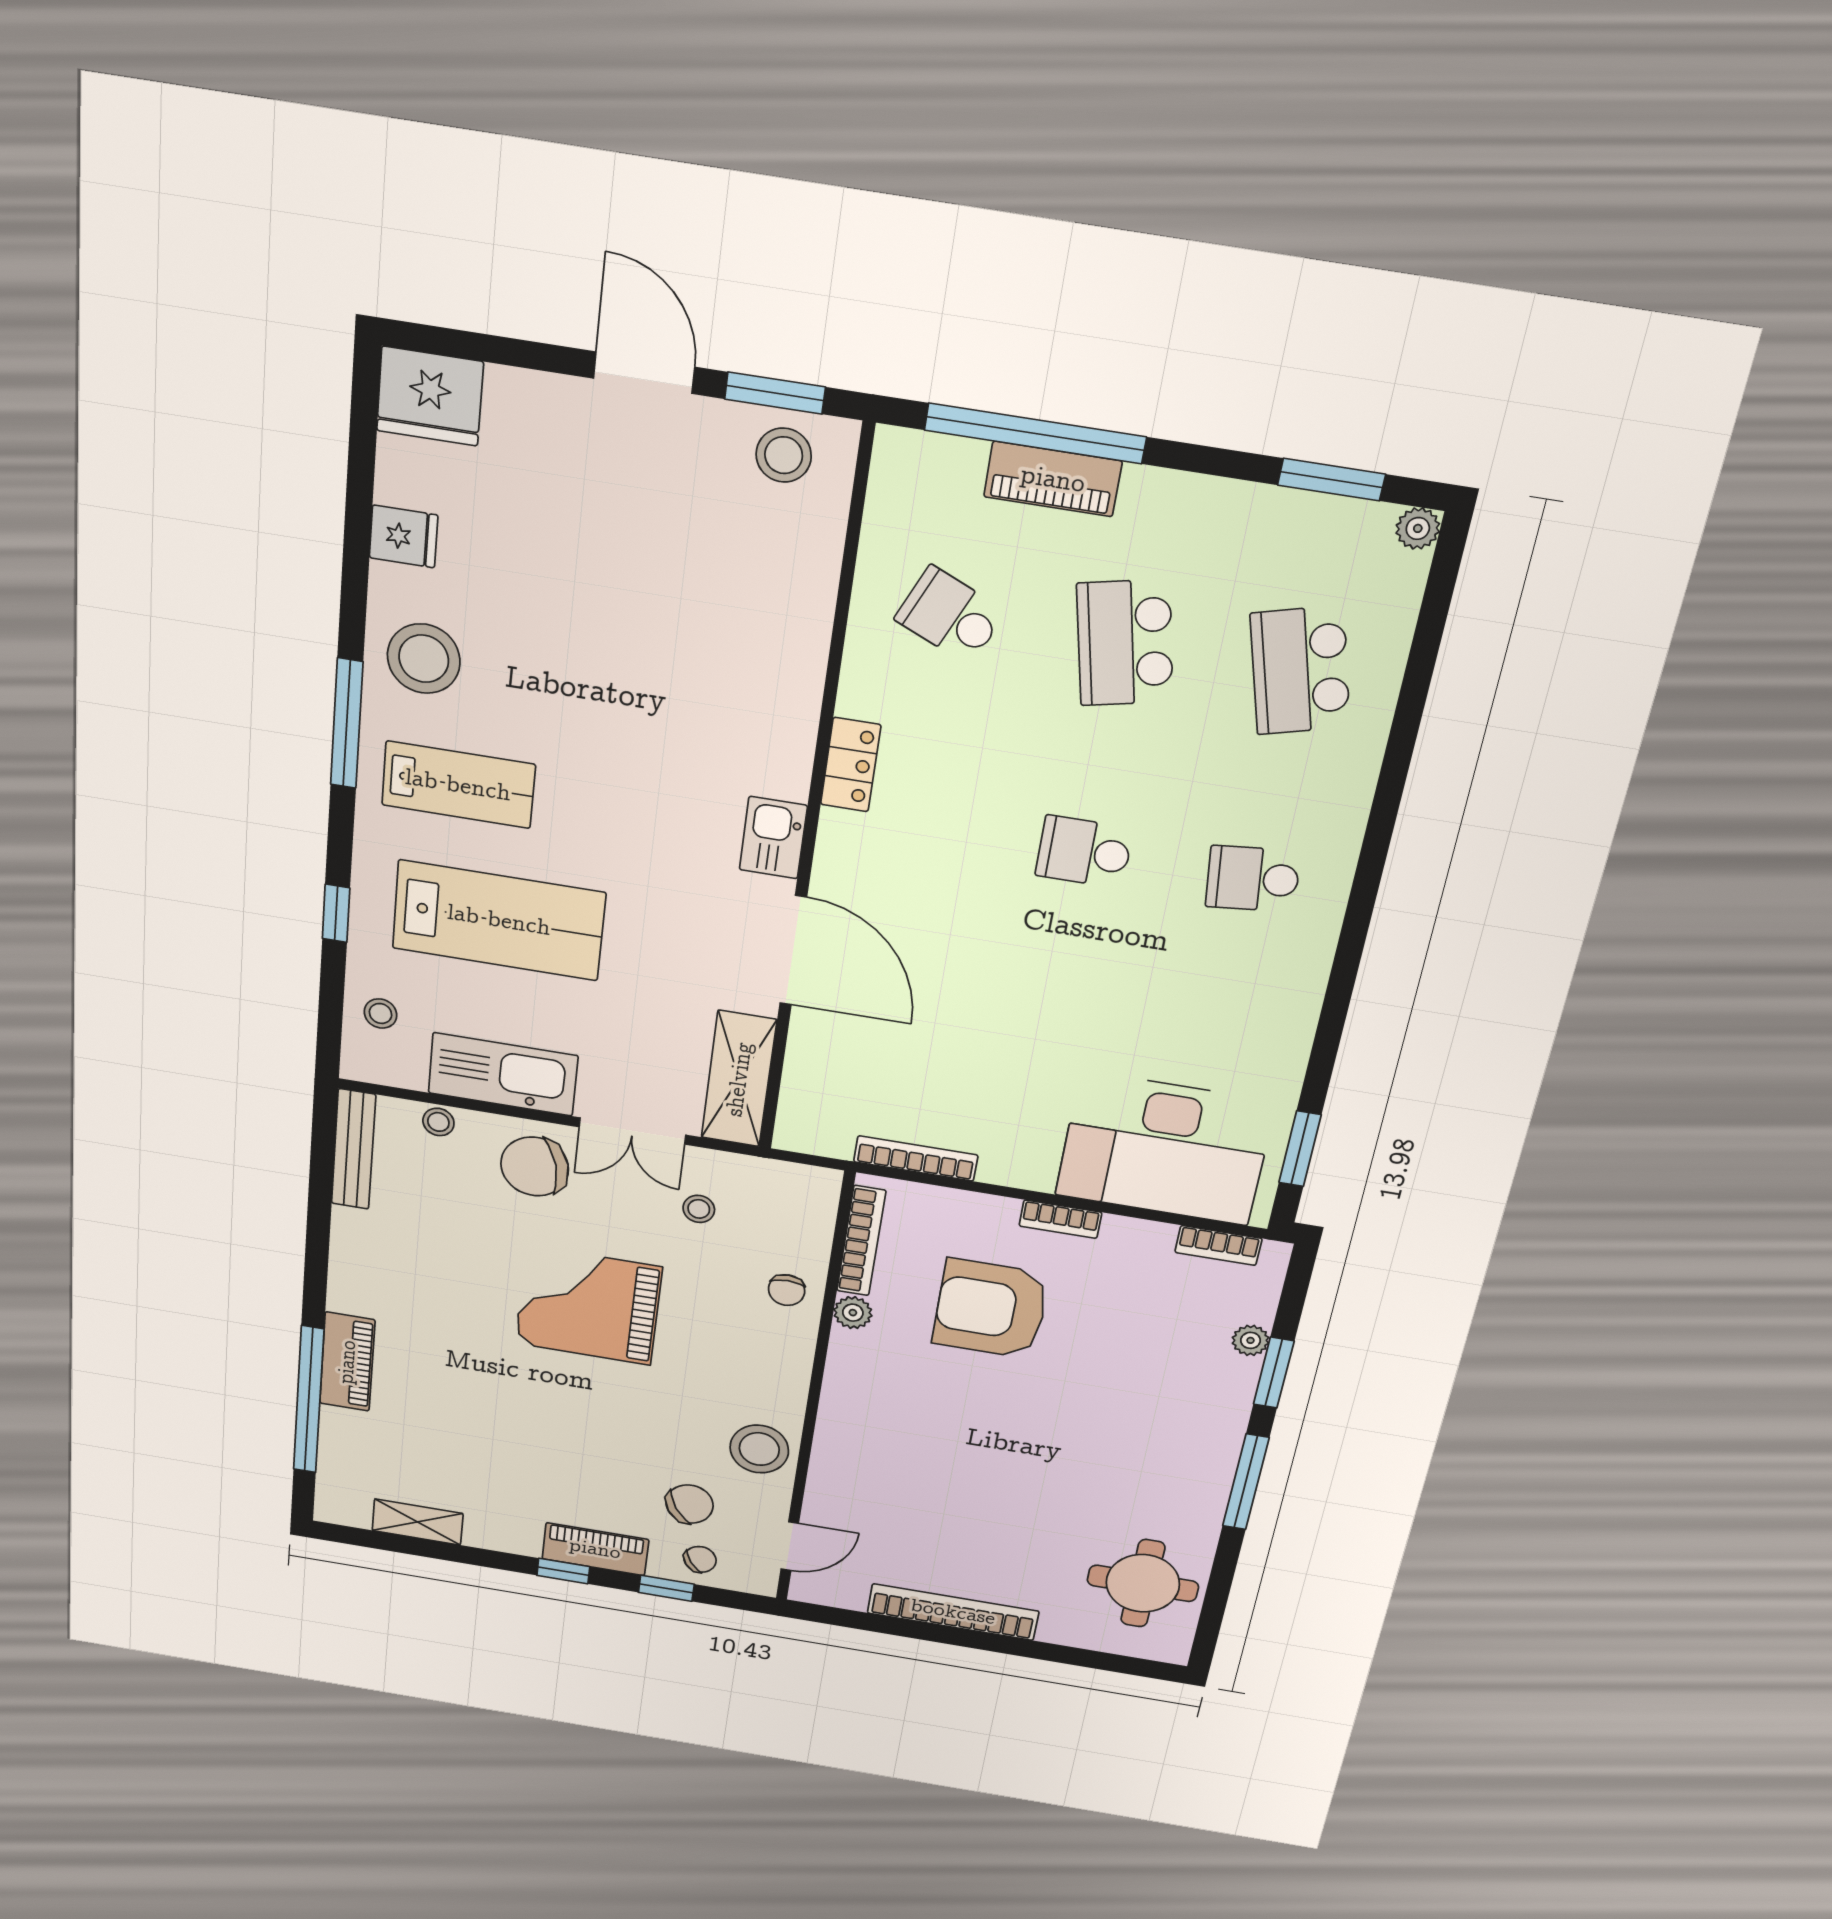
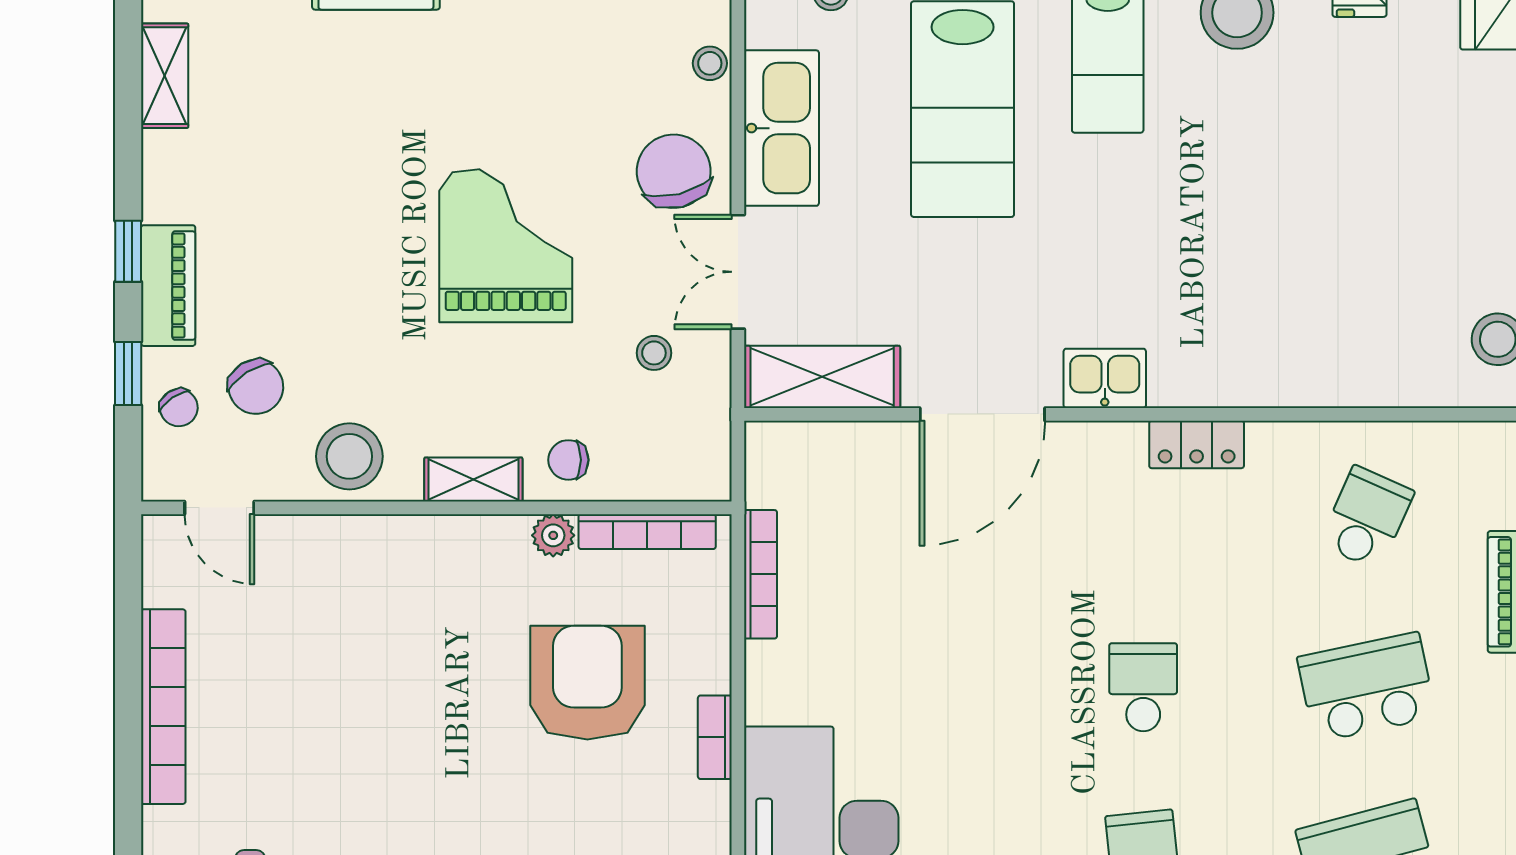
shelving: (793, 1363) -> (473, 480), added

